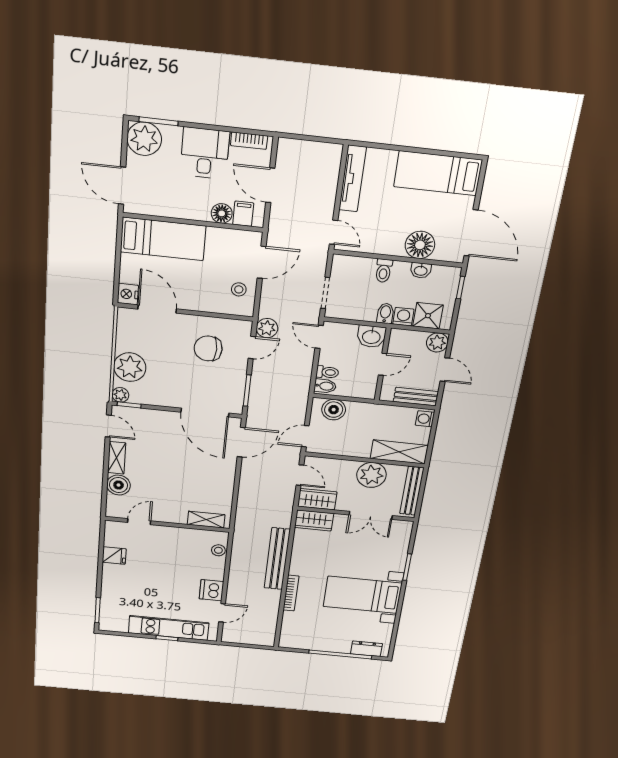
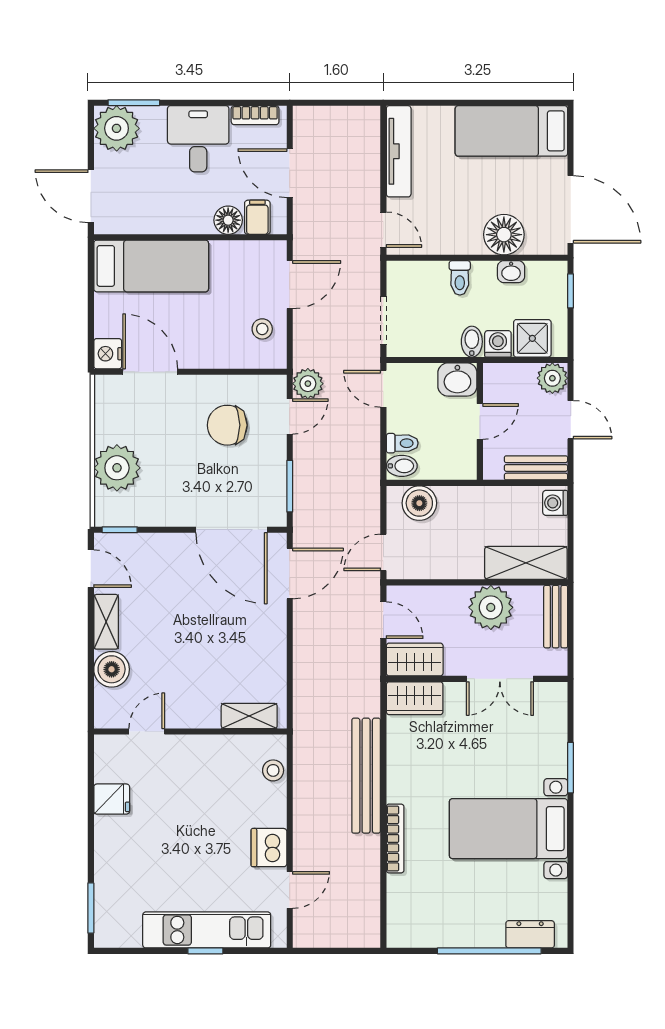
plant: (120, 395) -> (106, 515), removed
bench: (412, 491) -> (556, 617), width x0.73

